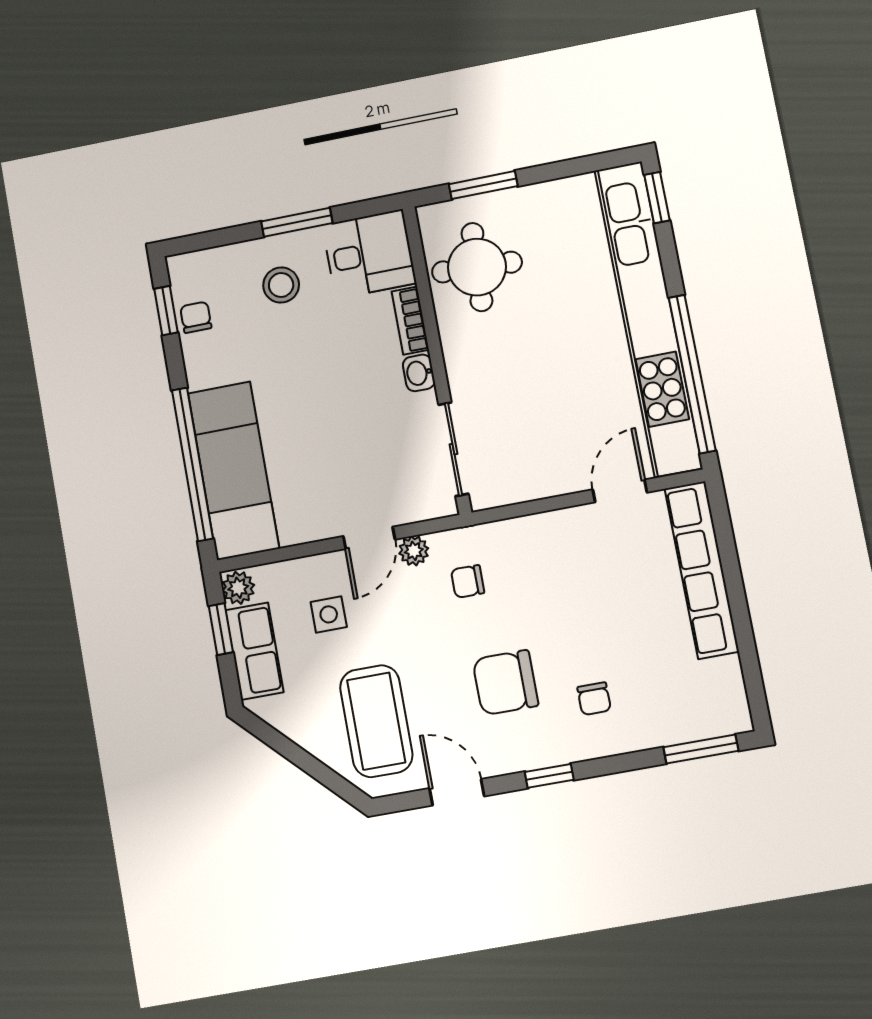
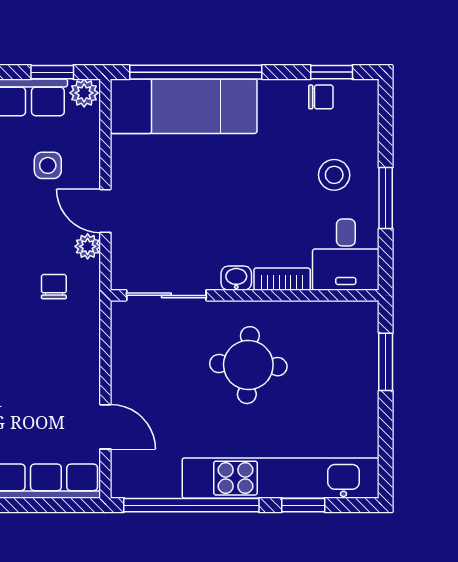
window: (657, 198) -> (303, 505), moved
round table: (477, 267) -> (248, 365), moved
kitchen unit: (648, 318) -> (281, 478), width x0.73

